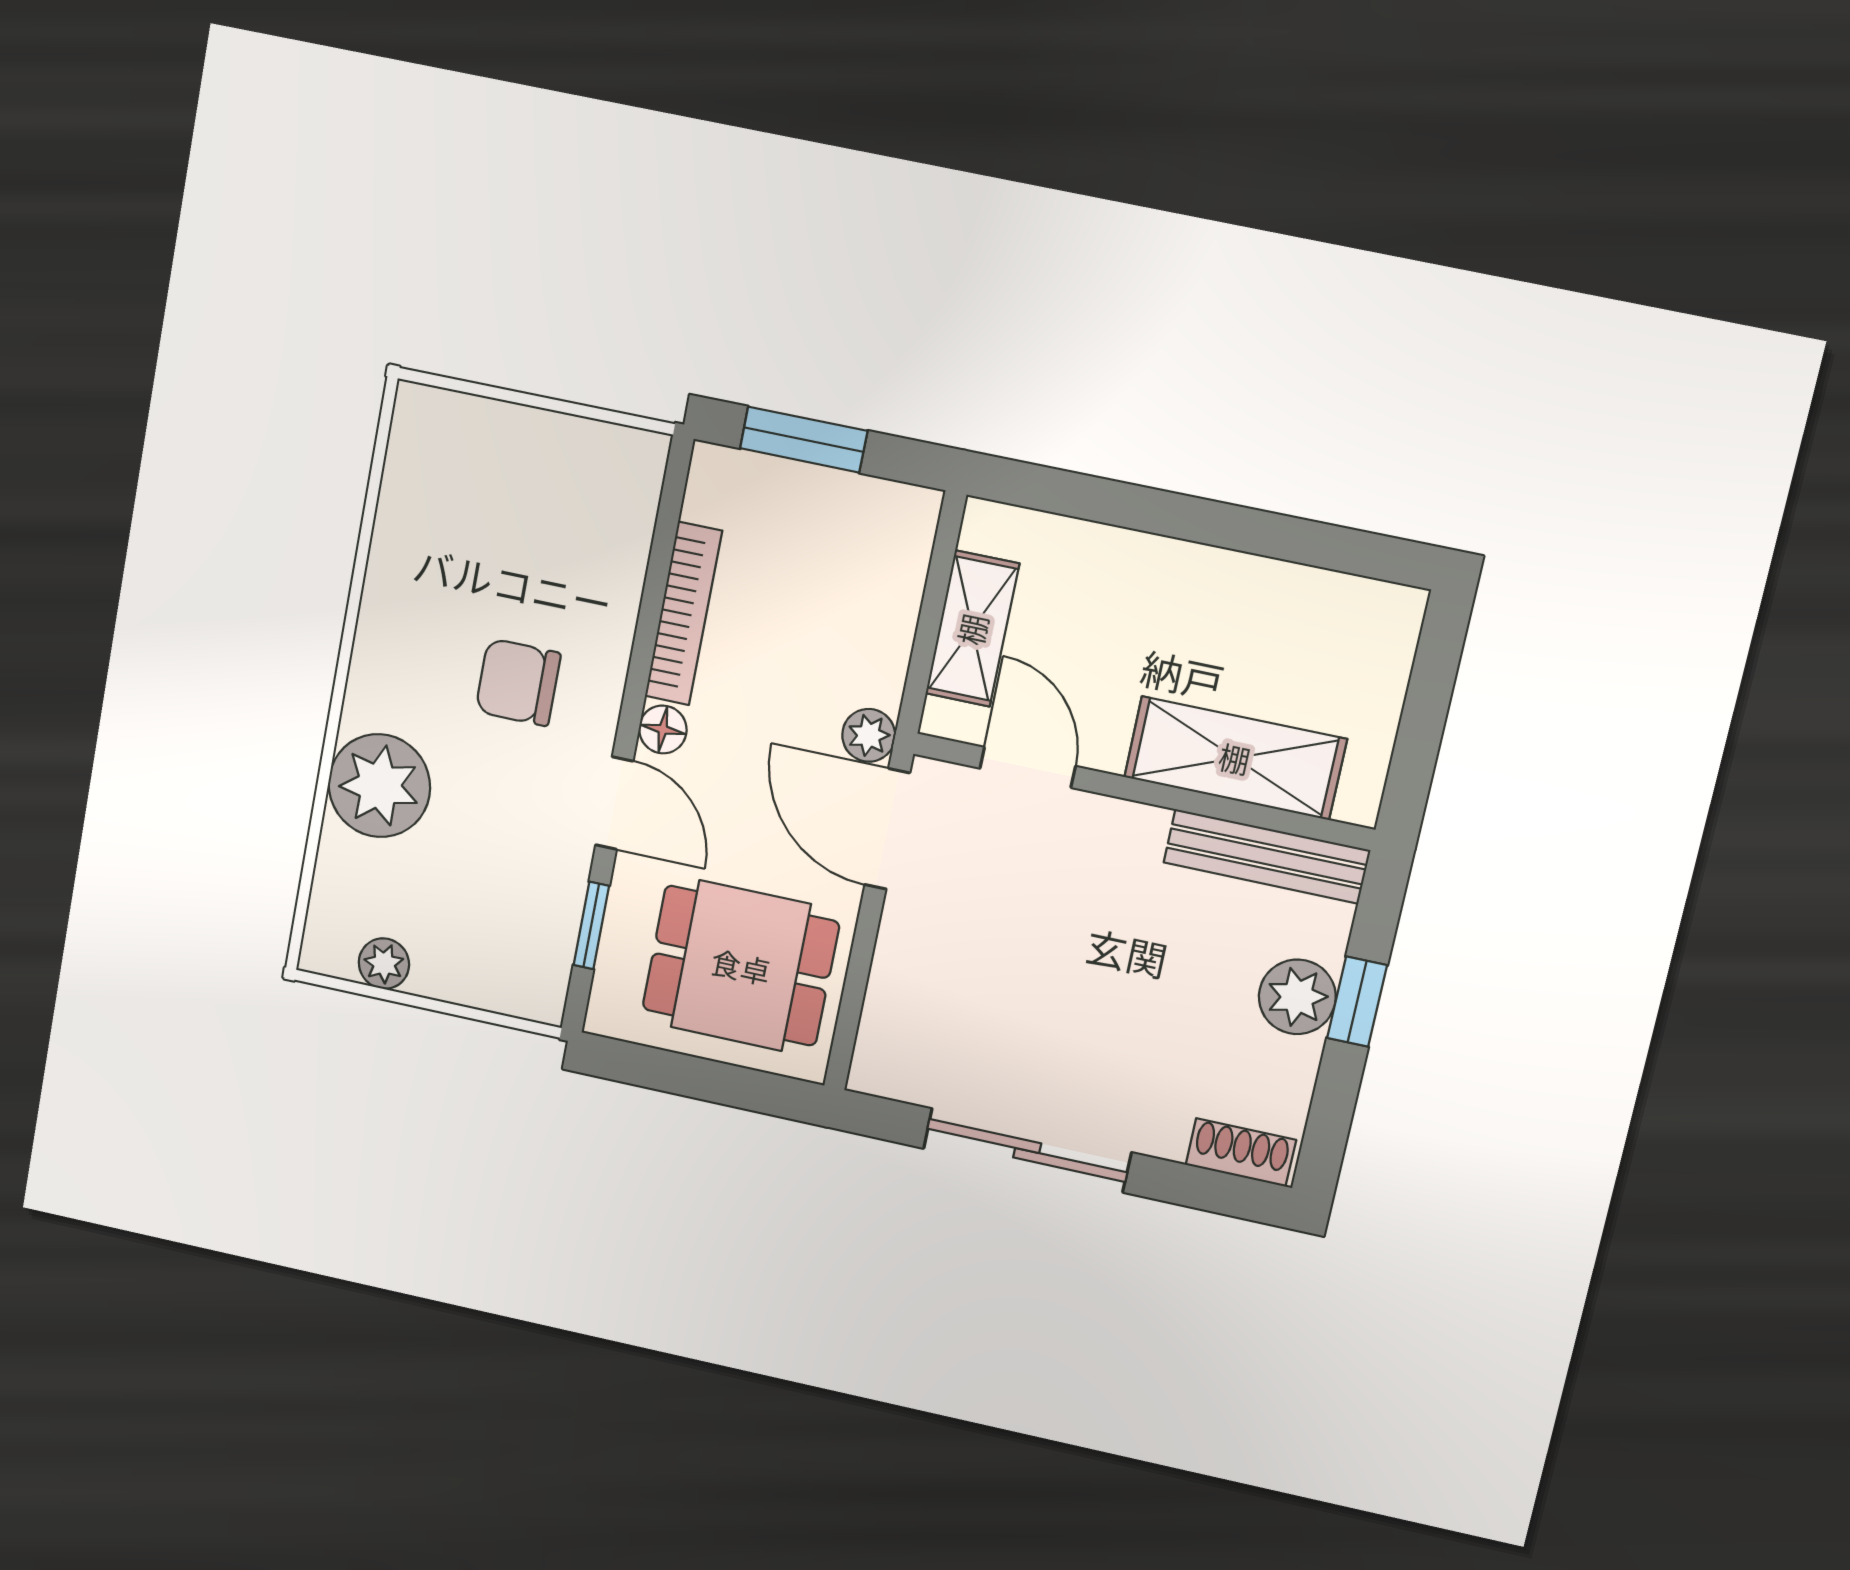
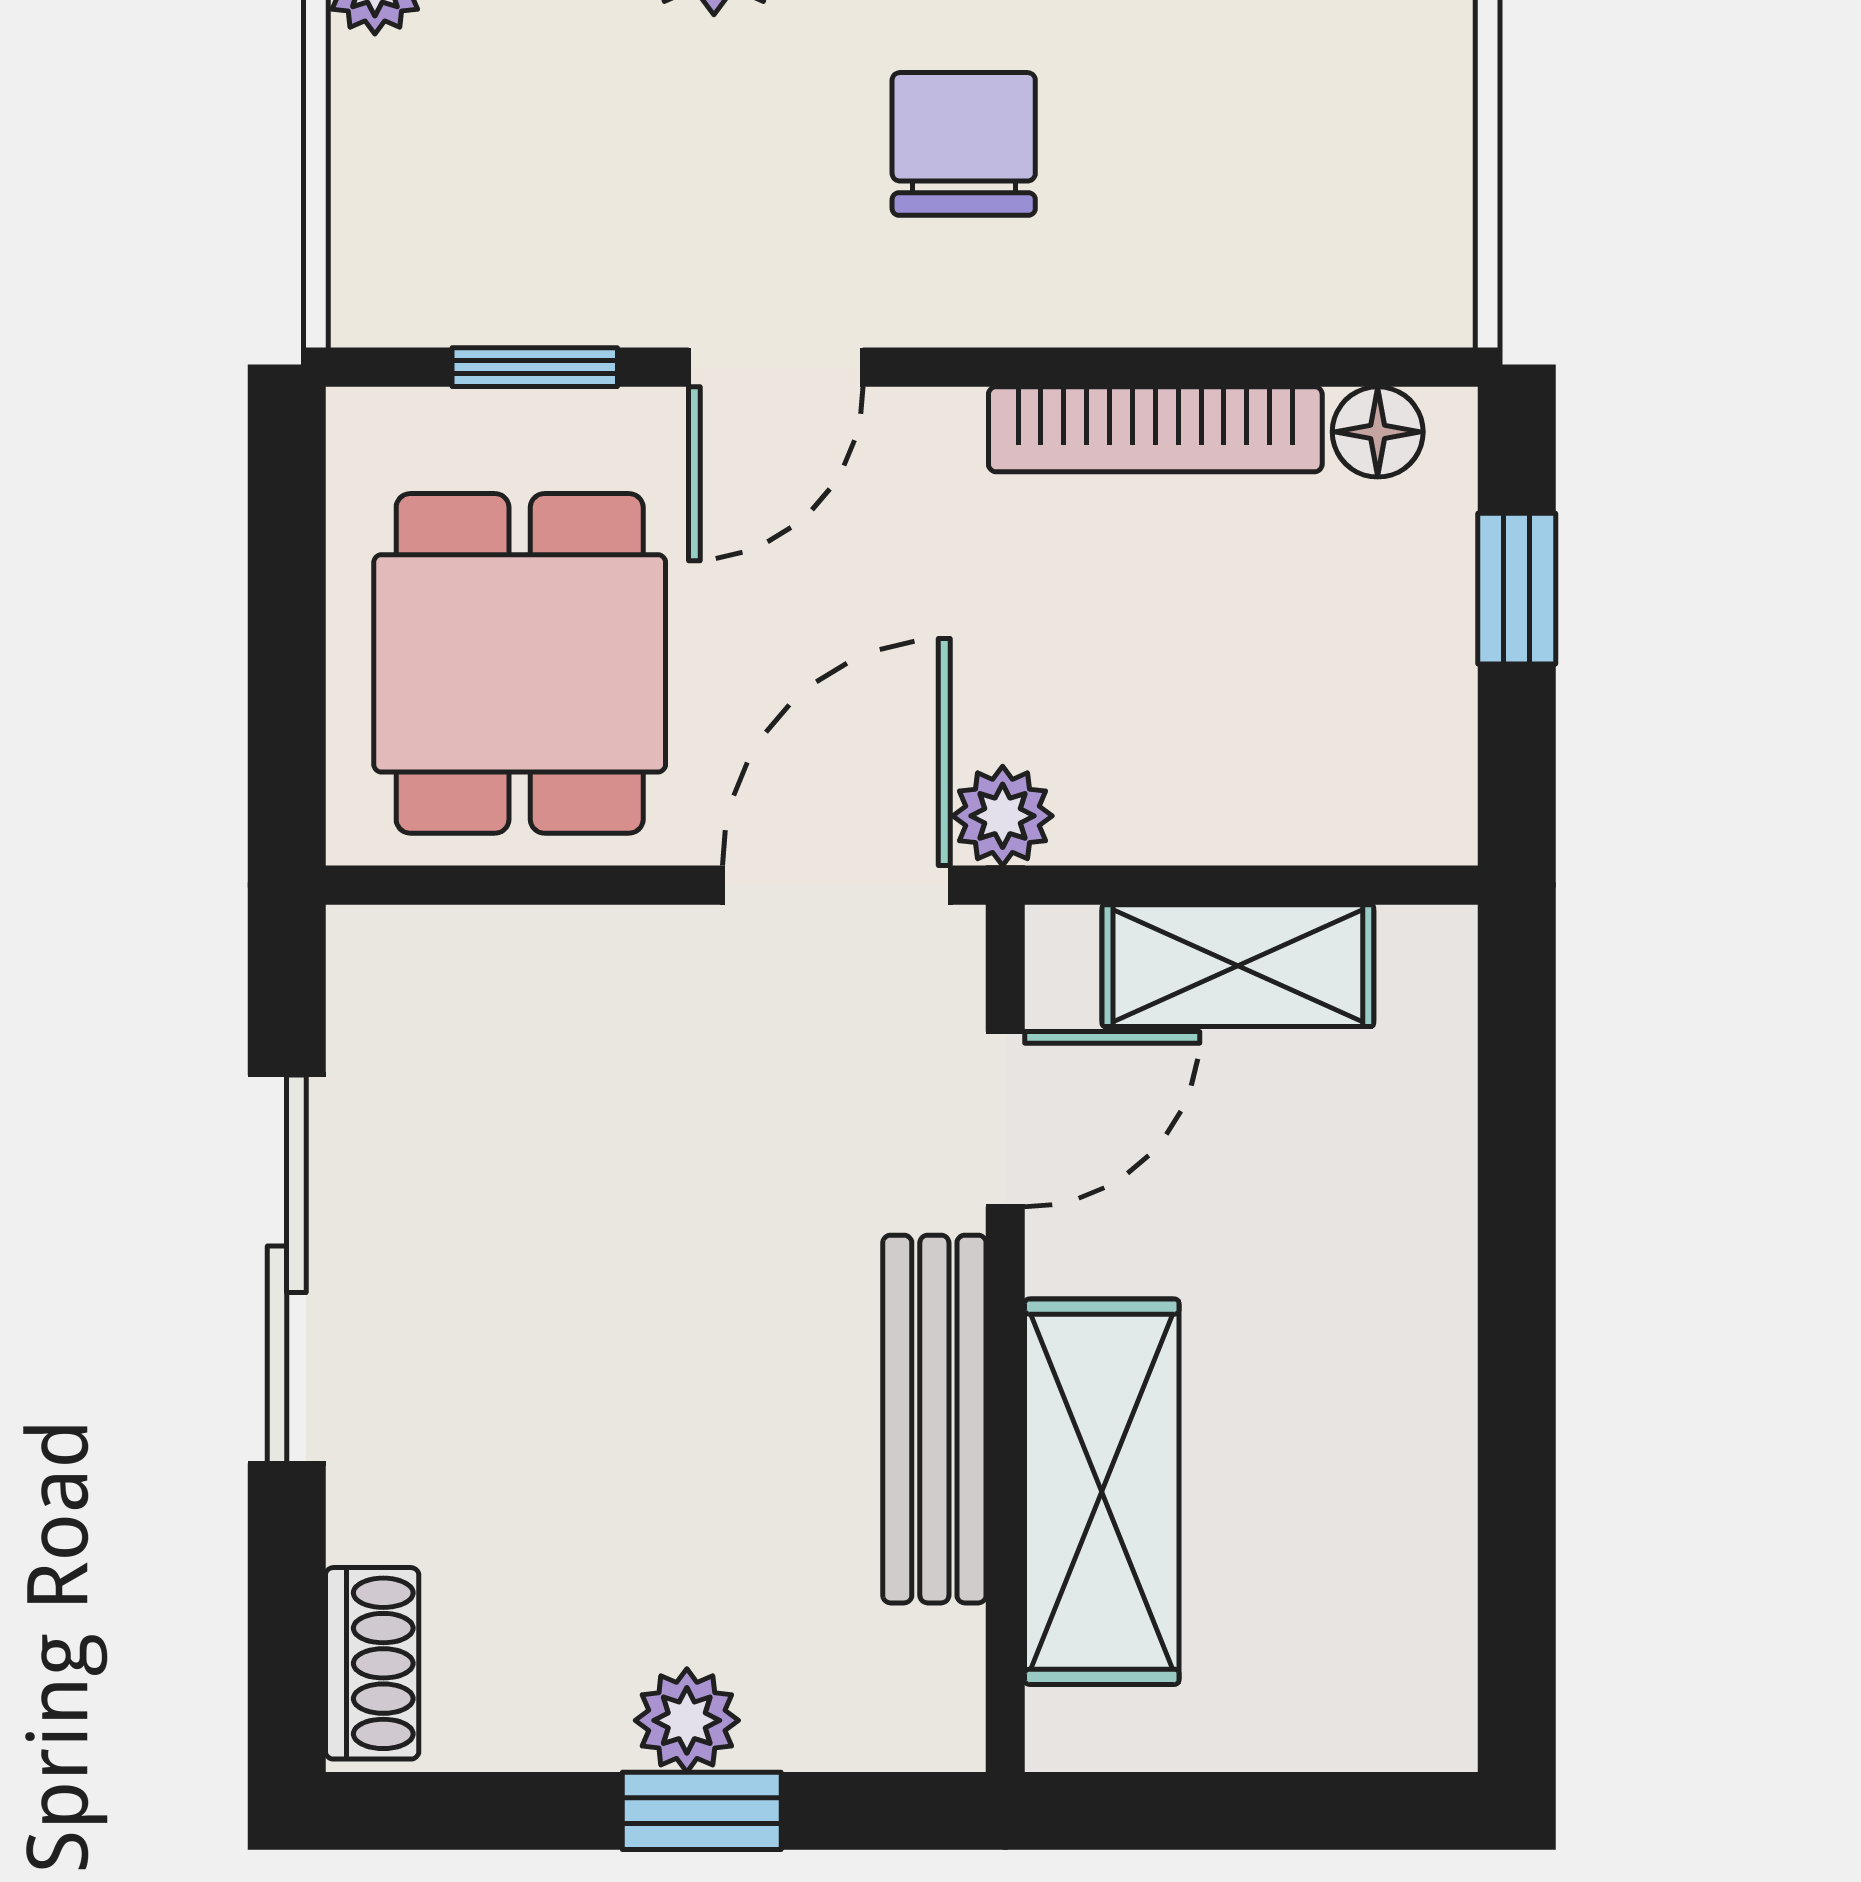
window: (804, 440) -> (1517, 589), width x0.67
floor lamp: (663, 729) -> (1378, 432), moved
bench: (1267, 856) -> (934, 1419), moved
plant: (1297, 997) -> (687, 1720), width x0.73, depth x0.73

